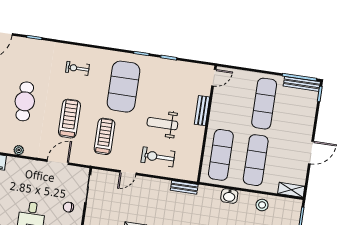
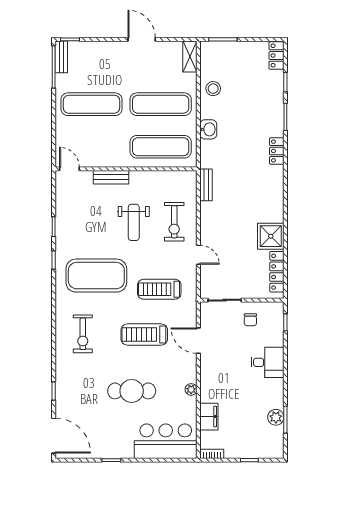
exercise bike: (77, 68) -> (83, 334), width x1.38, depth x1.39
bench: (302, 84) -> (61, 57), width x0.73

